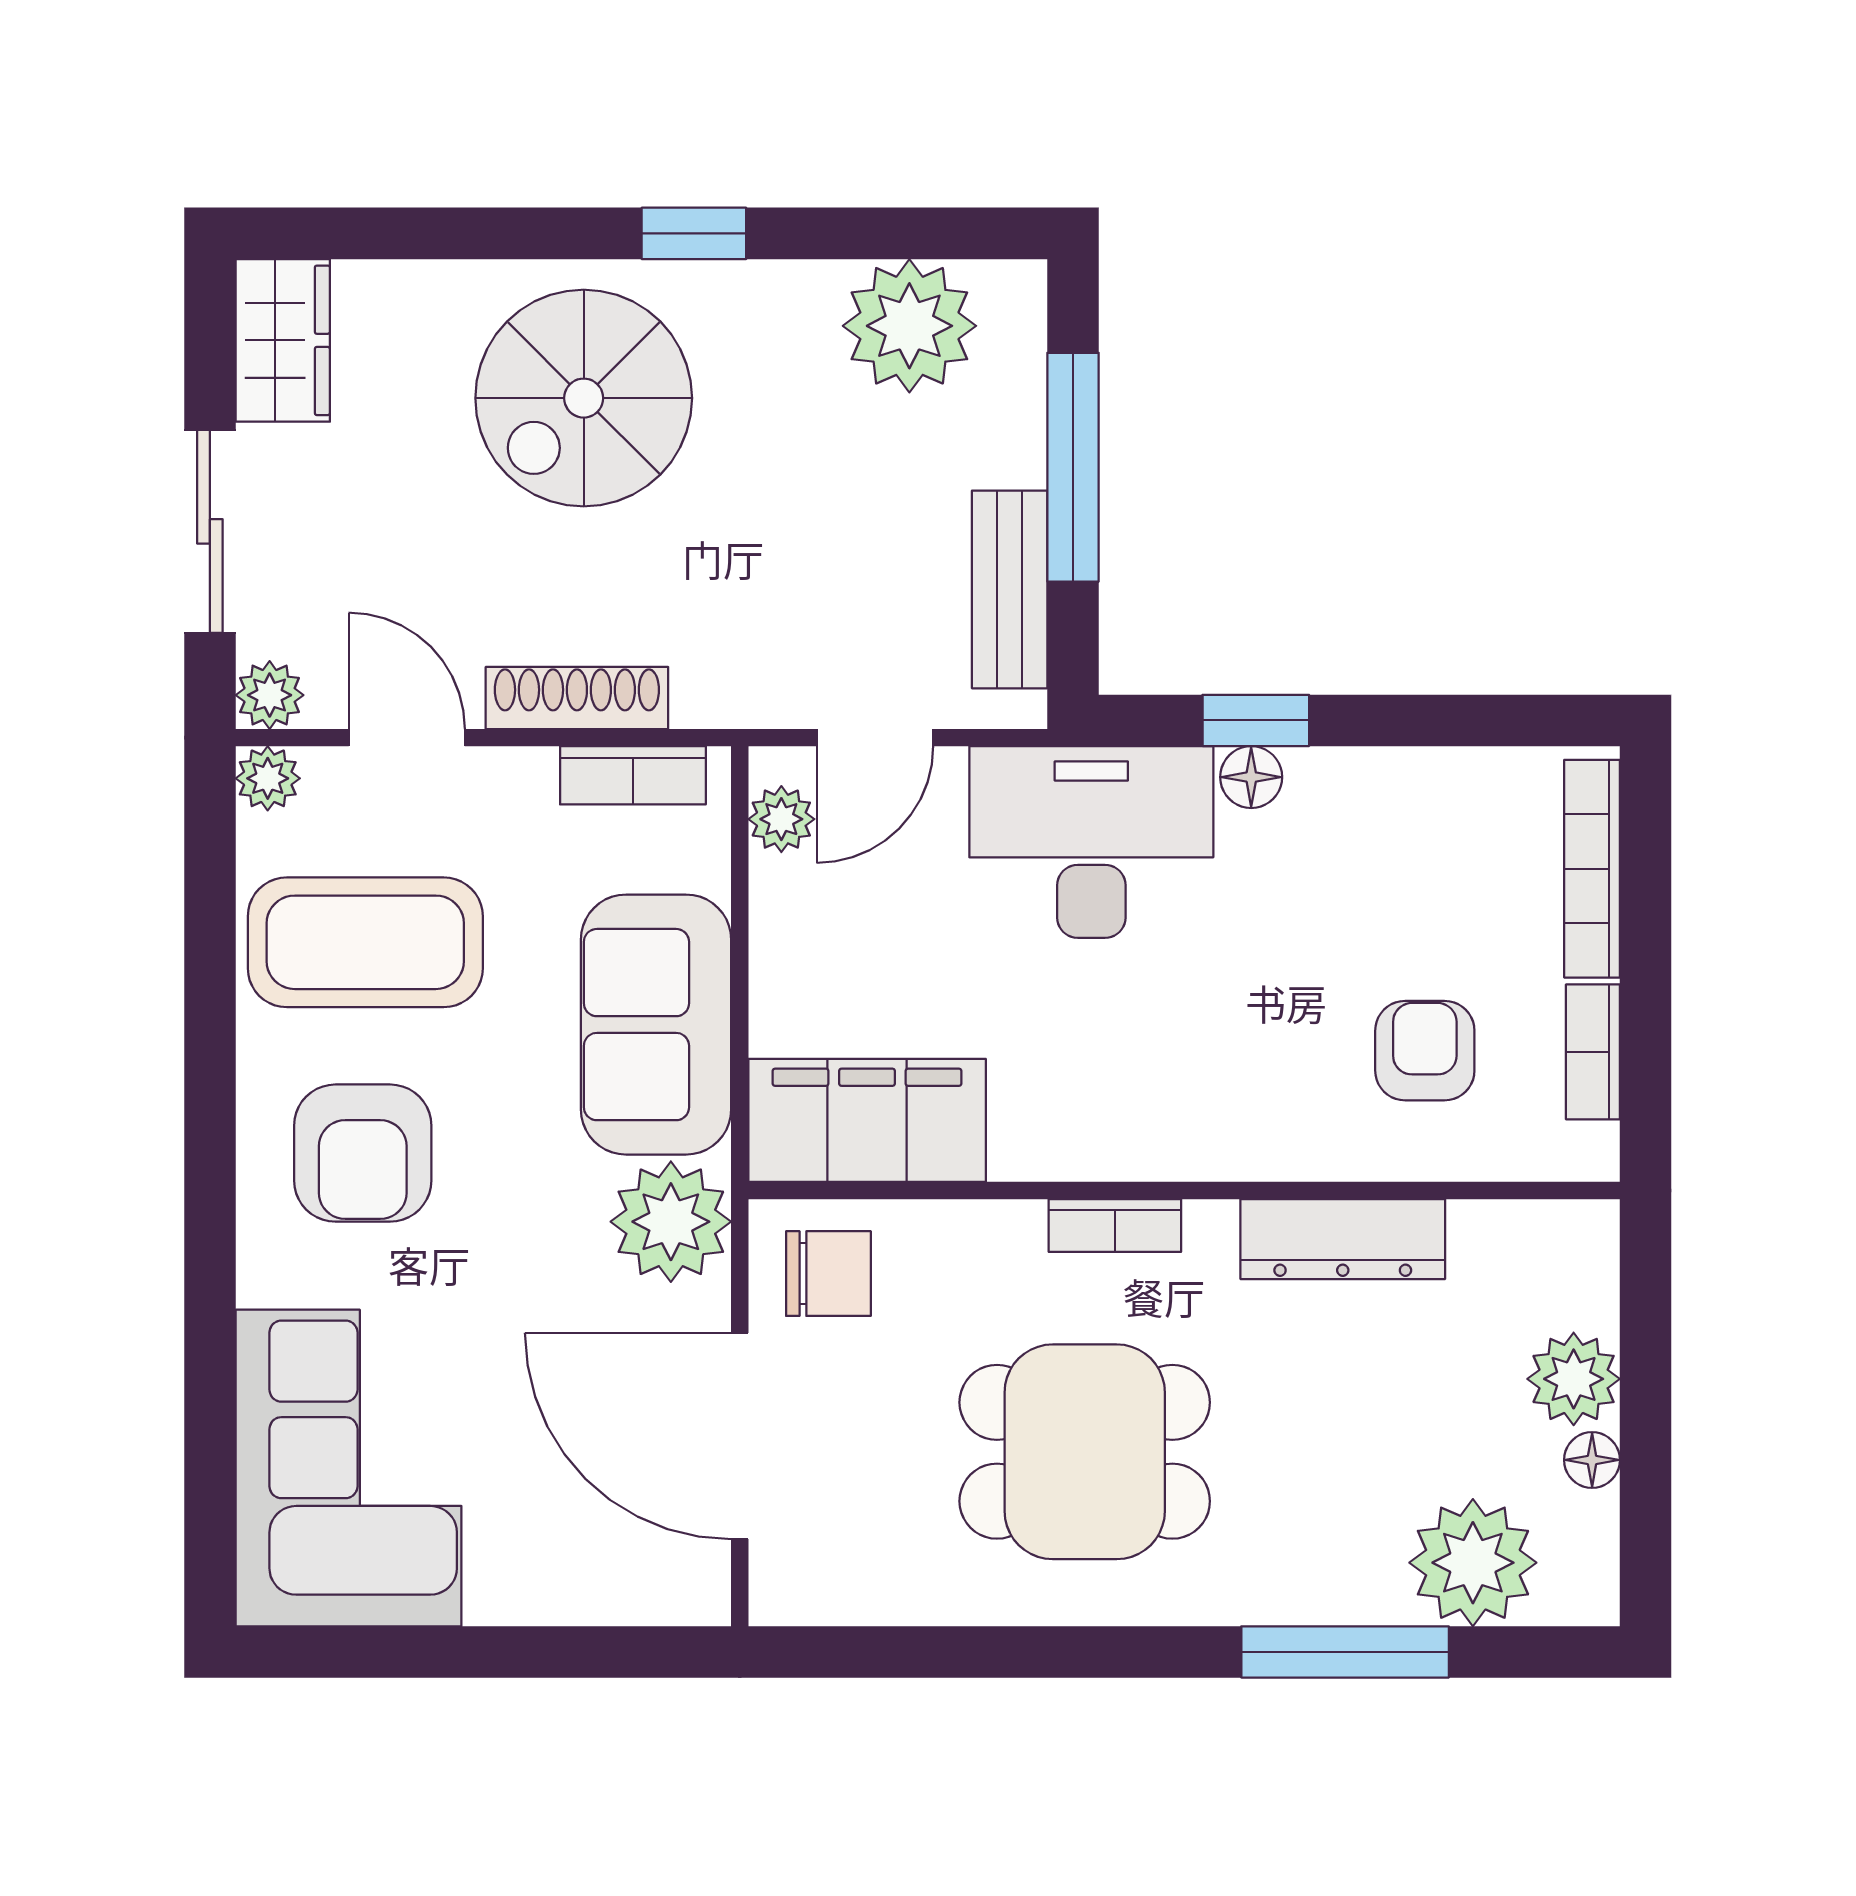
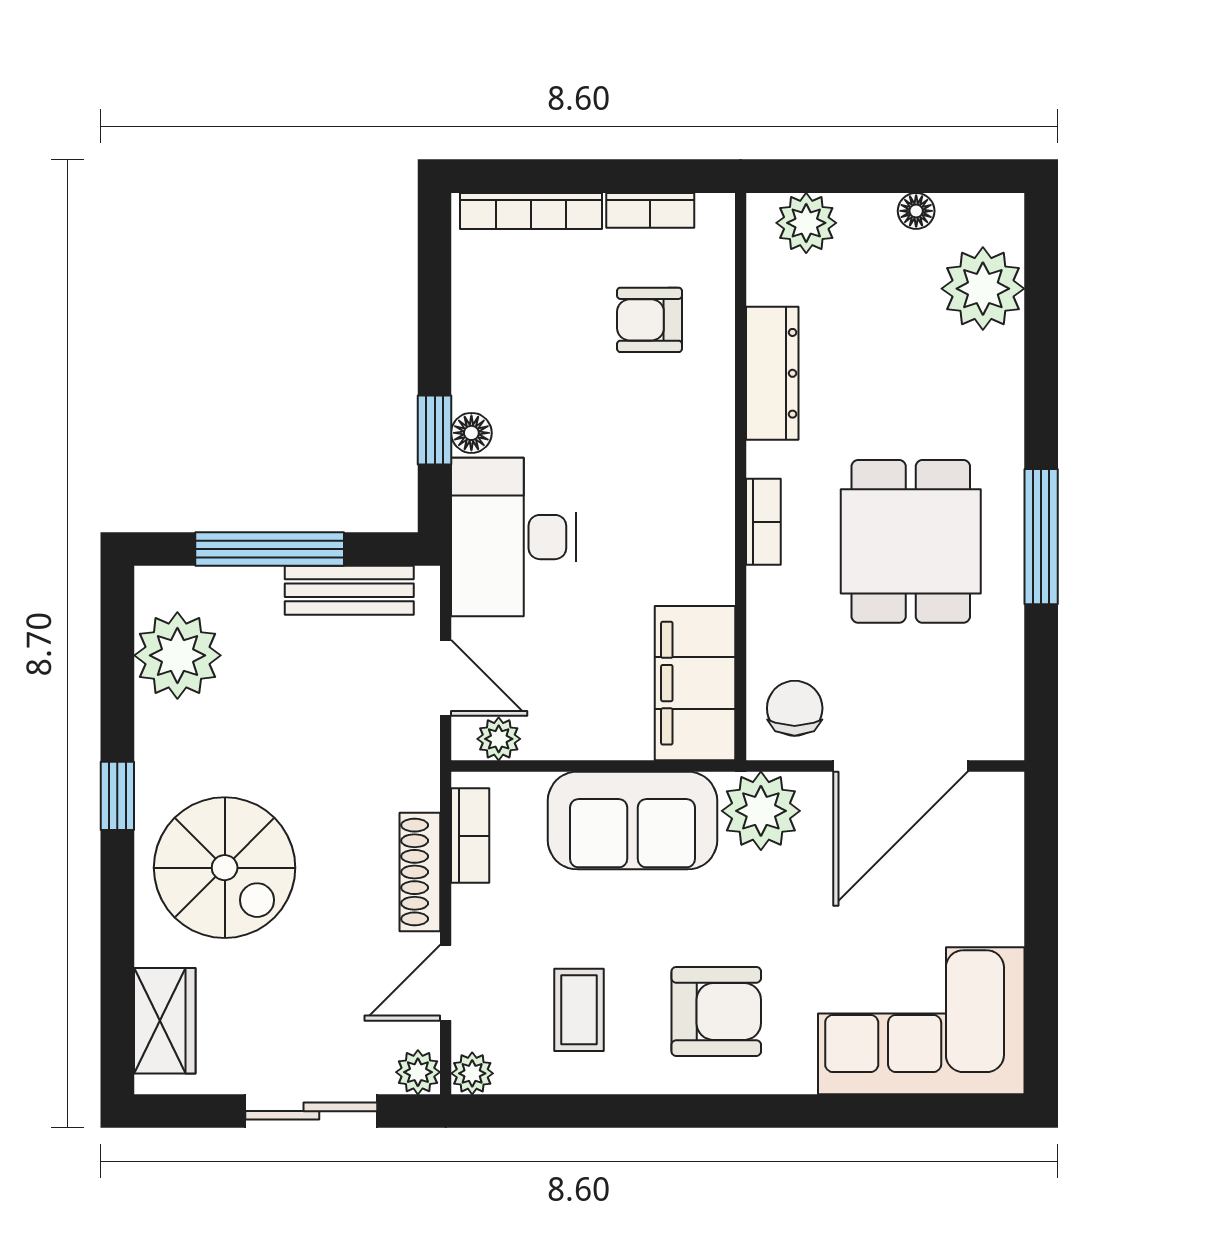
wardrobe: (283, 340) -> (165, 1021), moved, turned 90
coffee table: (365, 942) -> (579, 1010), width x0.54, depth x0.58
plant: (1574, 1379) -> (806, 223), moved
window: (1345, 1652) -> (1041, 537), moved

